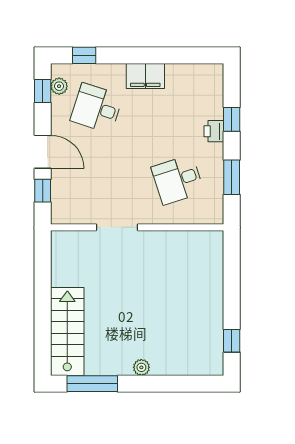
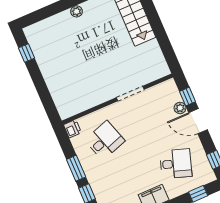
plant: (59, 86) -> (180, 108), moved
printer: (214, 131) -> (72, 129), moved
window: (232, 177) -> (76, 168), moved

